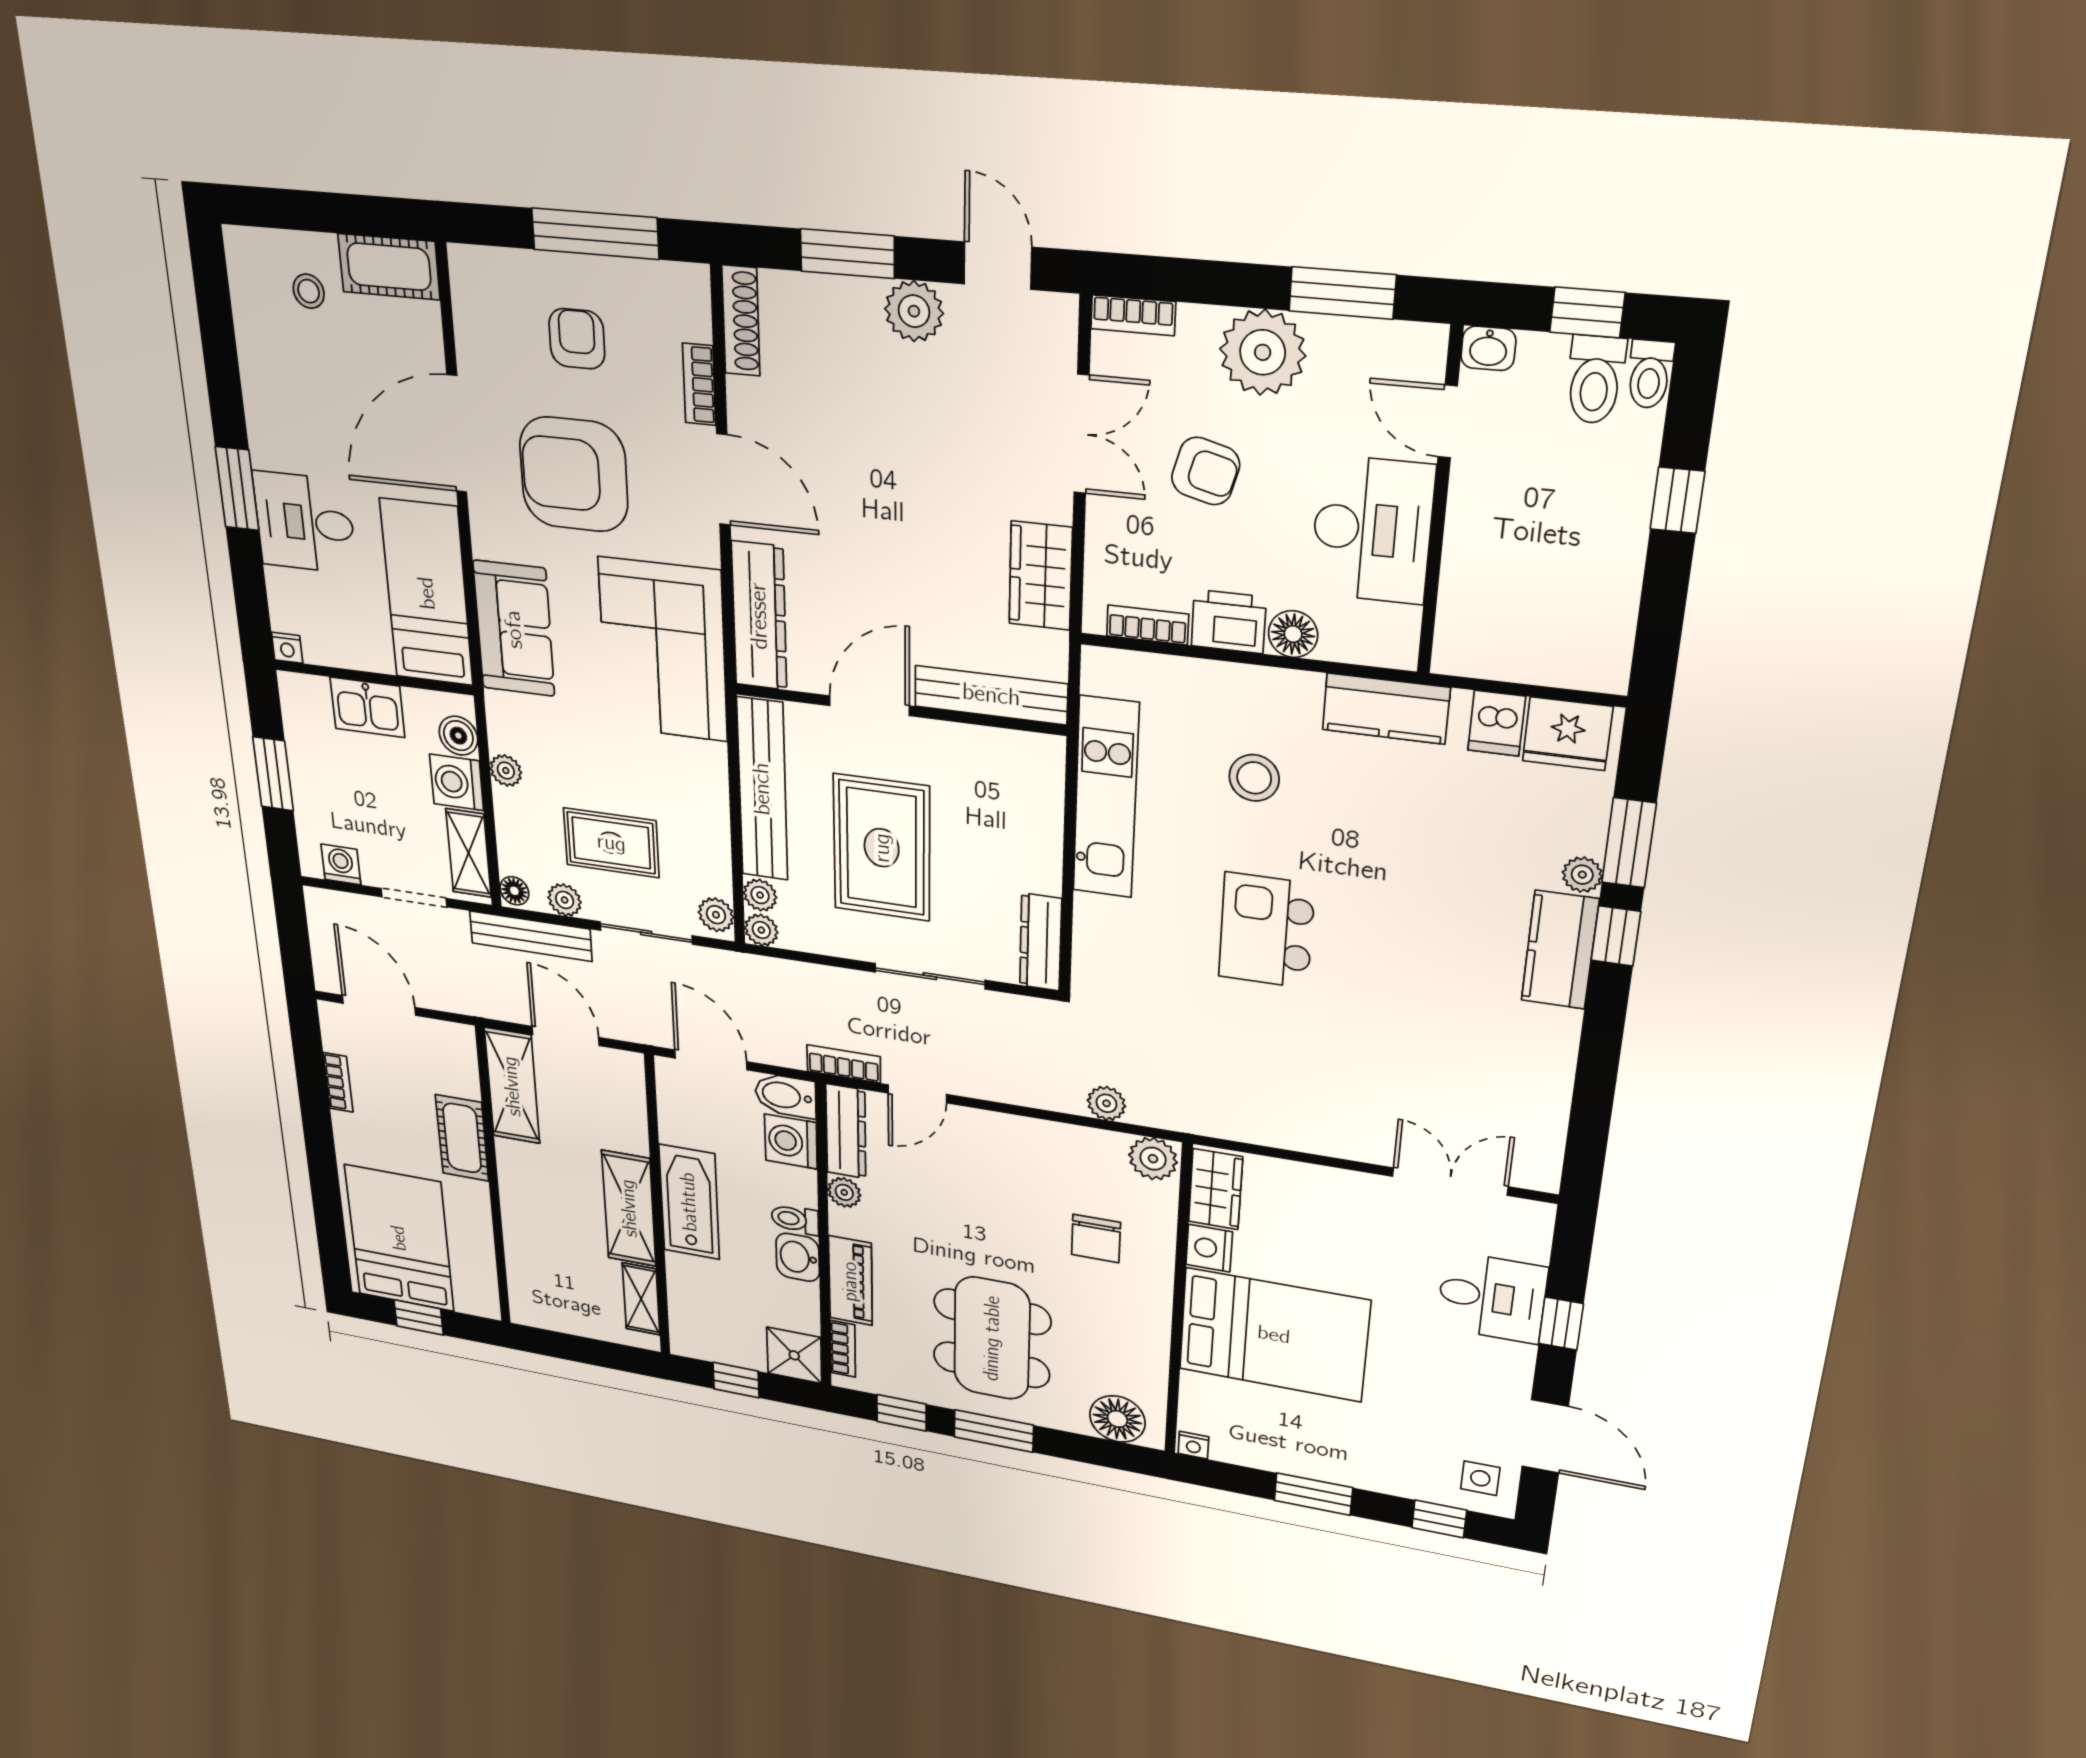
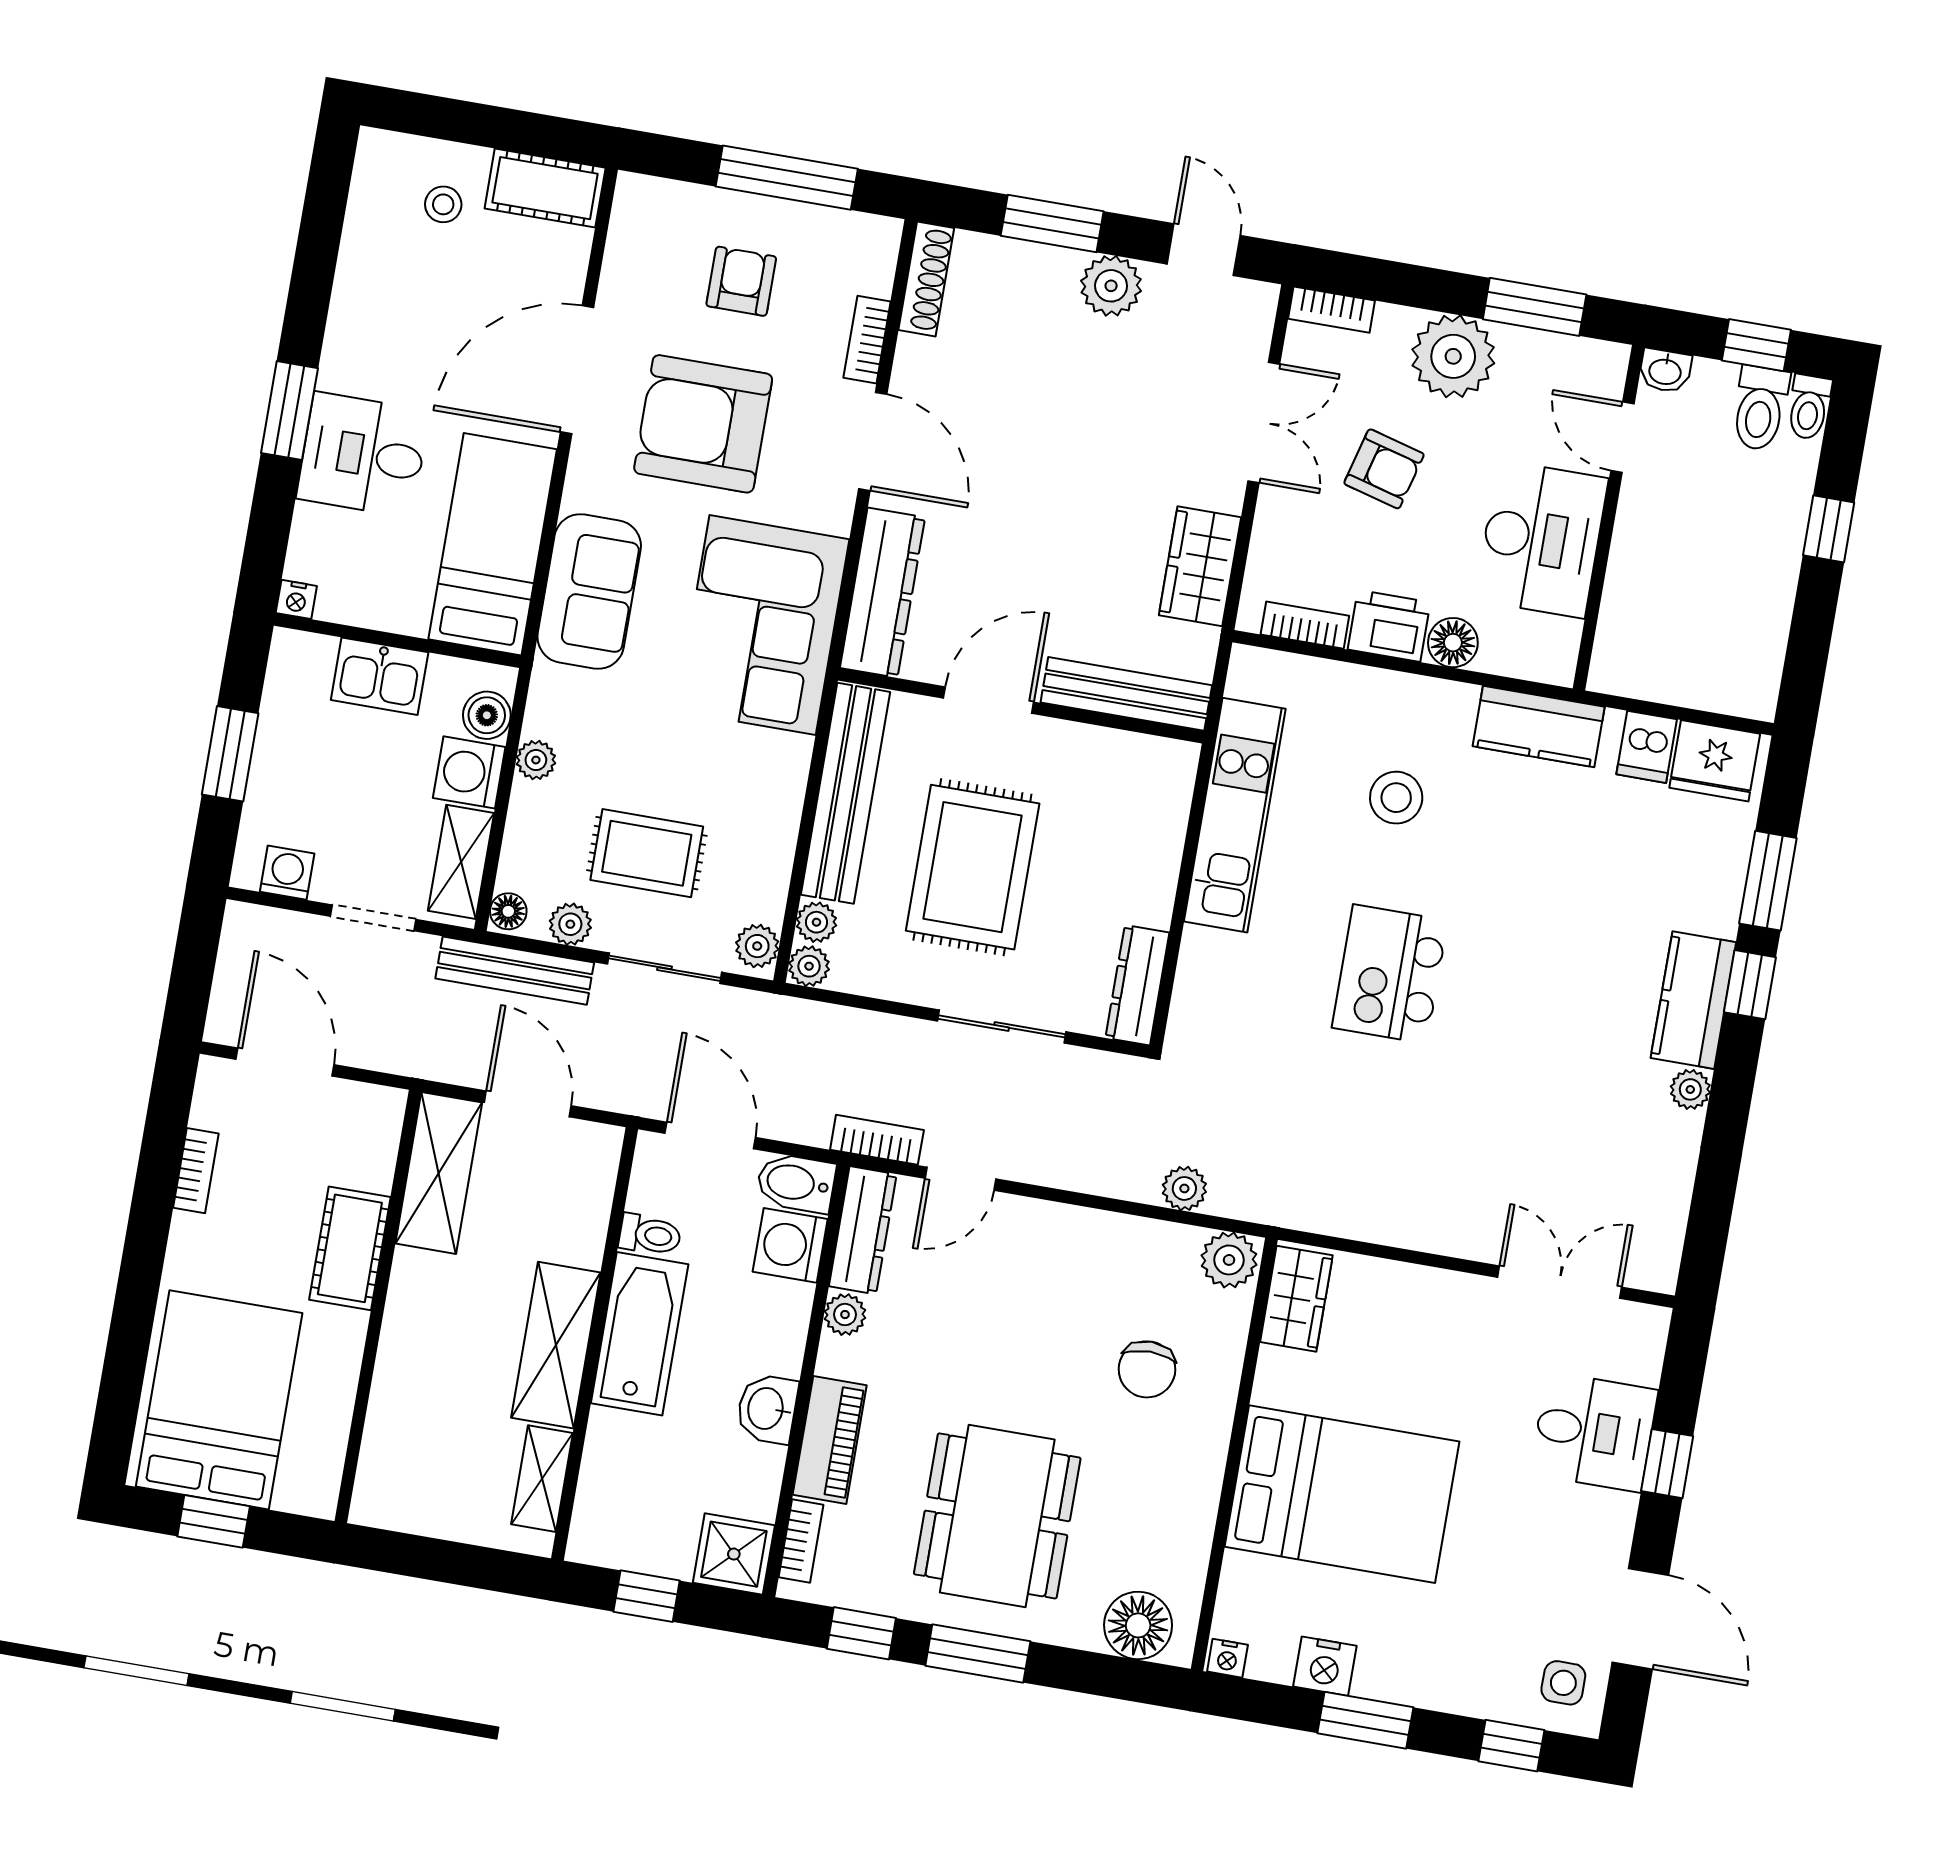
plant: (1582, 875) -> (1690, 1089), moved
toilet: (795, 1219) -> (650, 1235), moved, turned 180
nightstand: (1209, 1248) -> (1325, 1666), moved, turned -90

